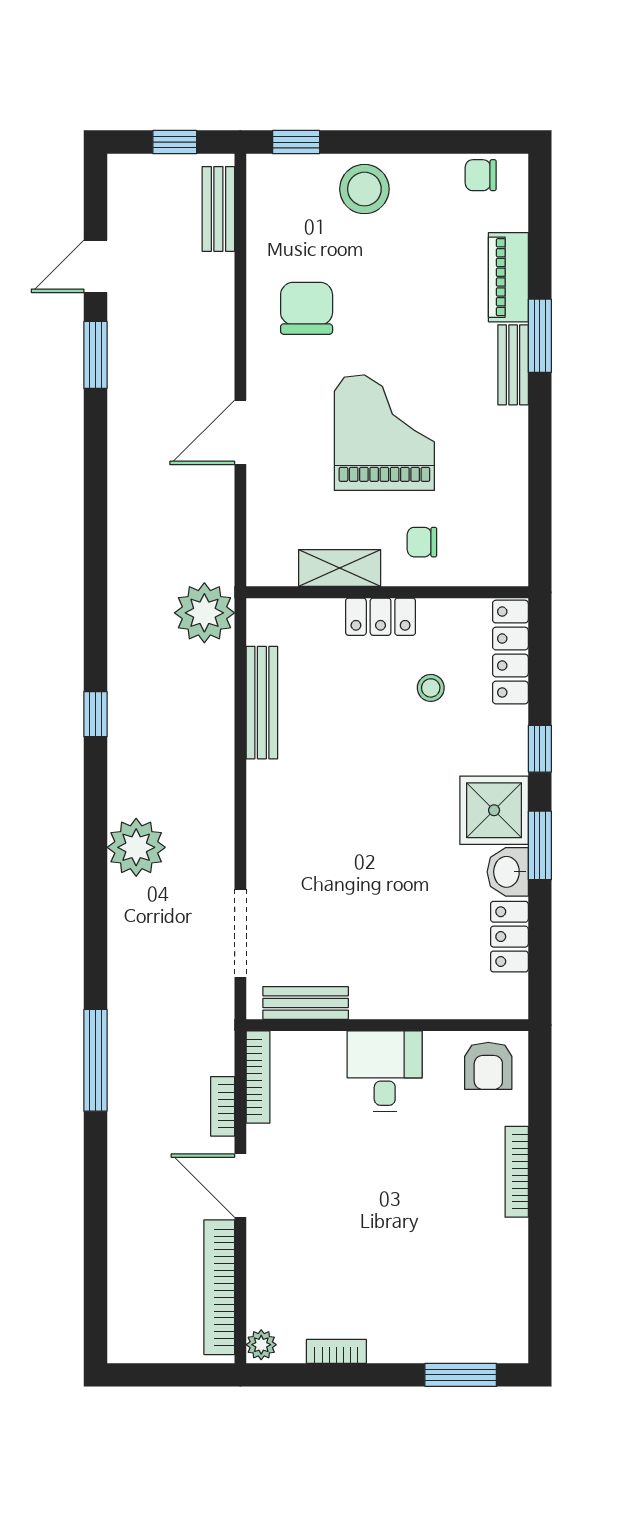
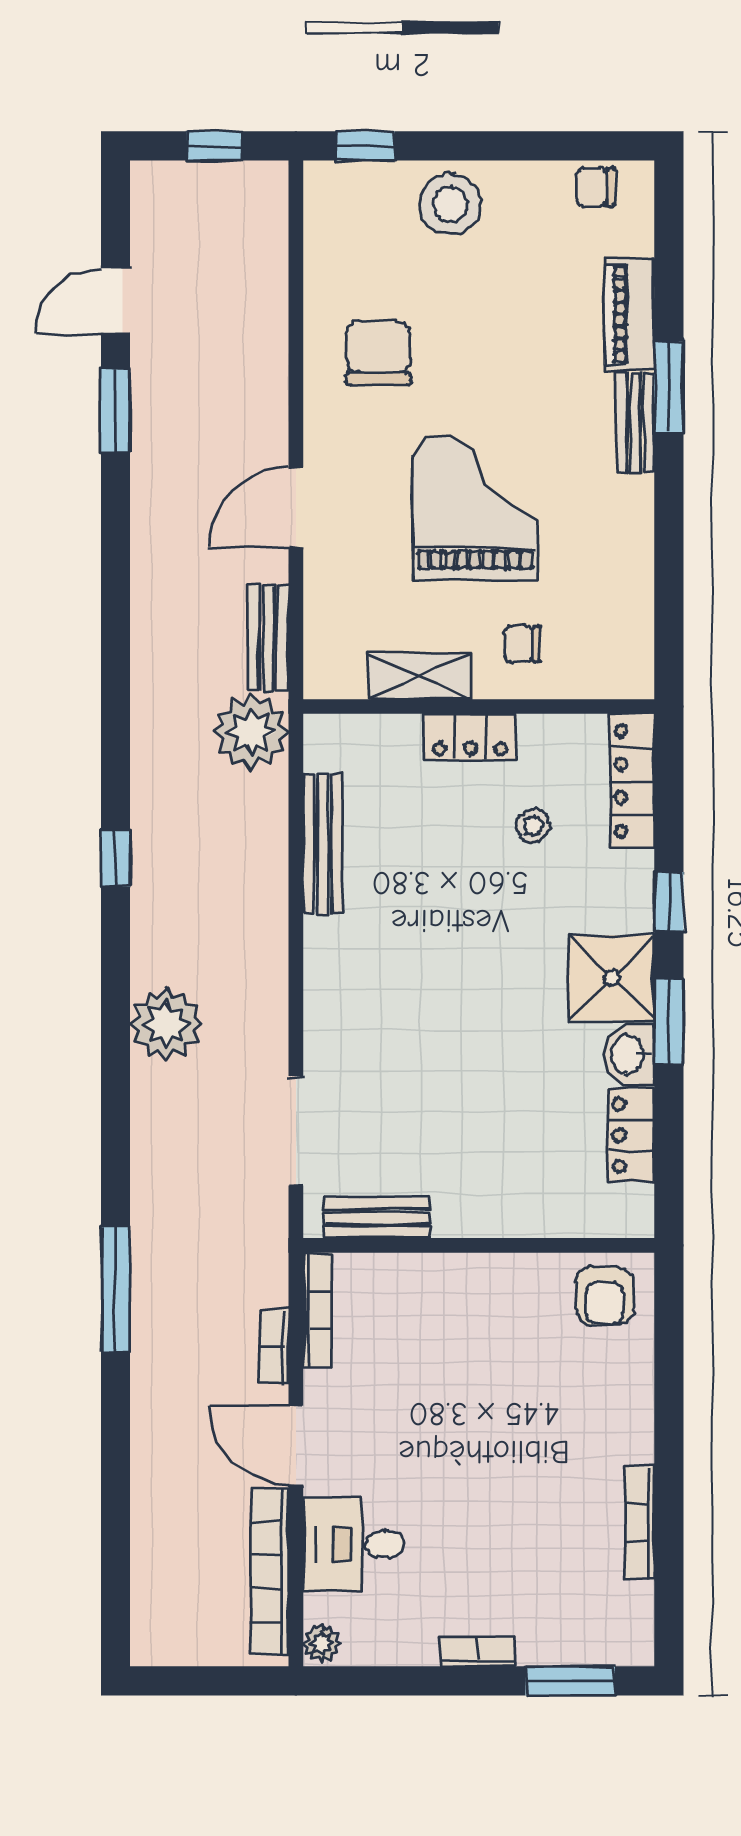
bench: (218, 209) -> (269, 638), moved
desk: (385, 1071) -> (353, 1544), moved, turned -90
bookcase: (517, 1172) -> (640, 1523), moved
bookcase: (336, 1351) -> (477, 1651), moved

